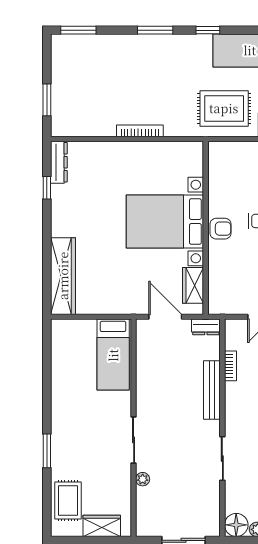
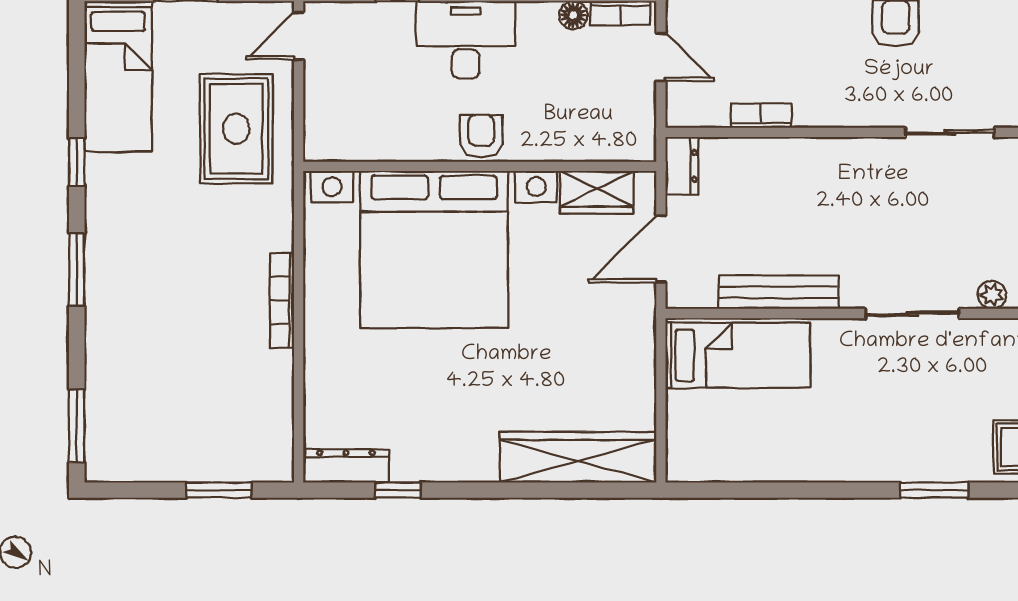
bed with nightstands: (165, 221) -> (434, 249), width x1.36
bench: (212, 390) -> (779, 292), moved

